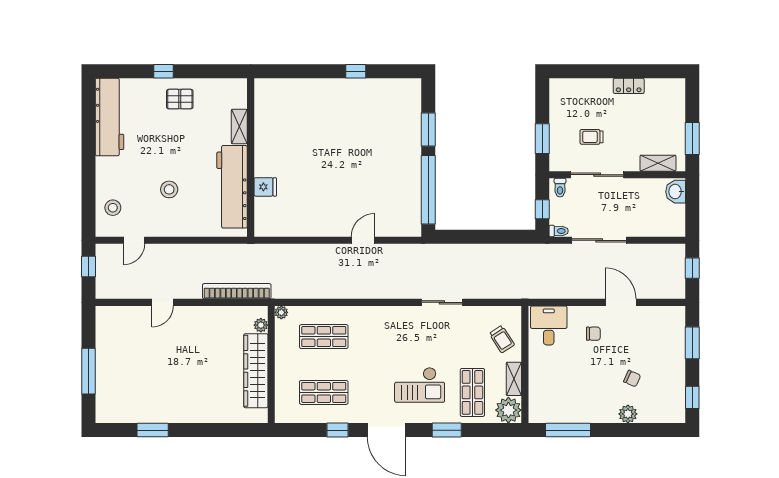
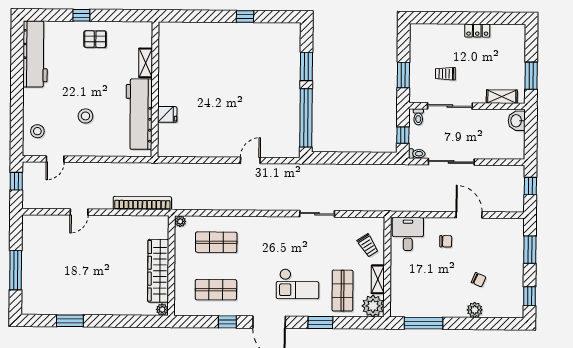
plant: (261, 325) -> (162, 310), moved

